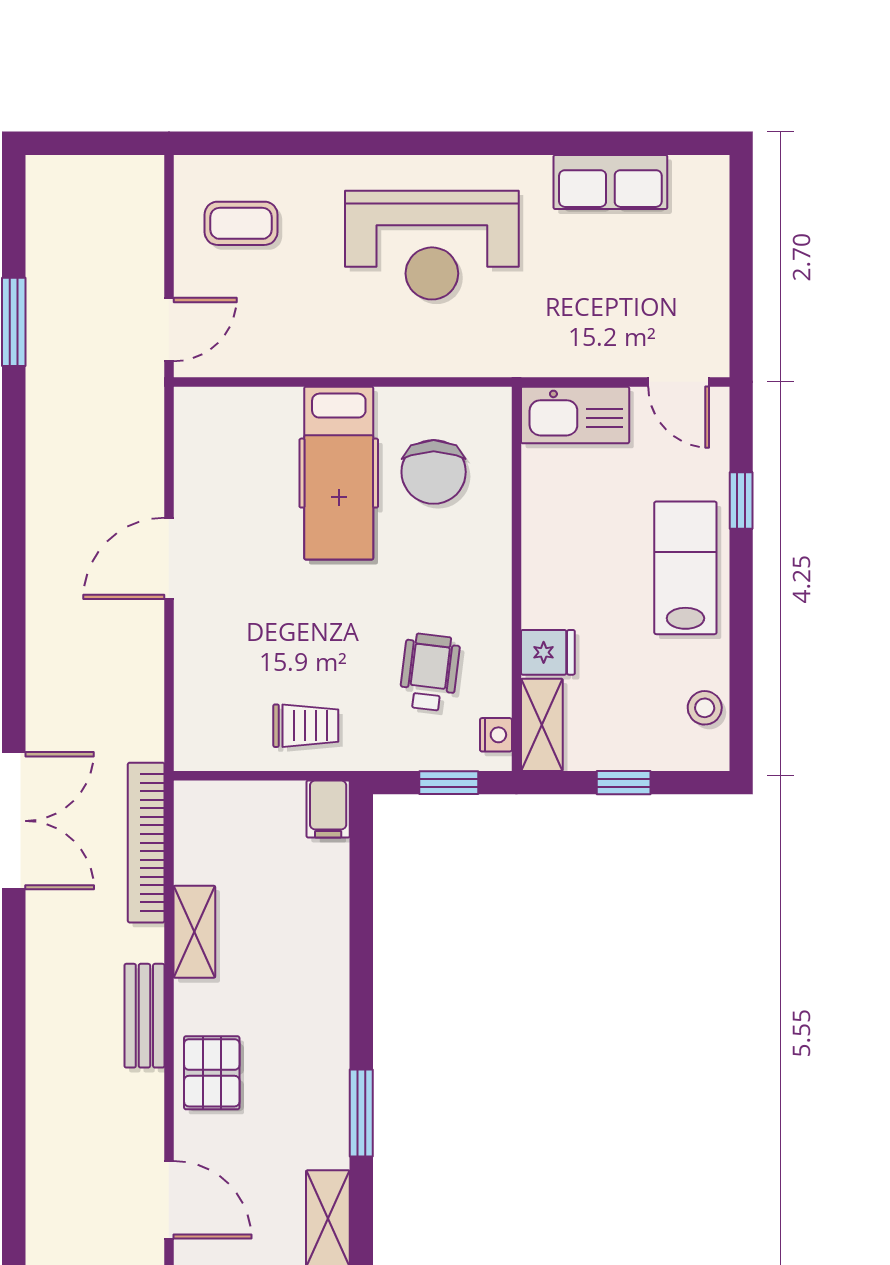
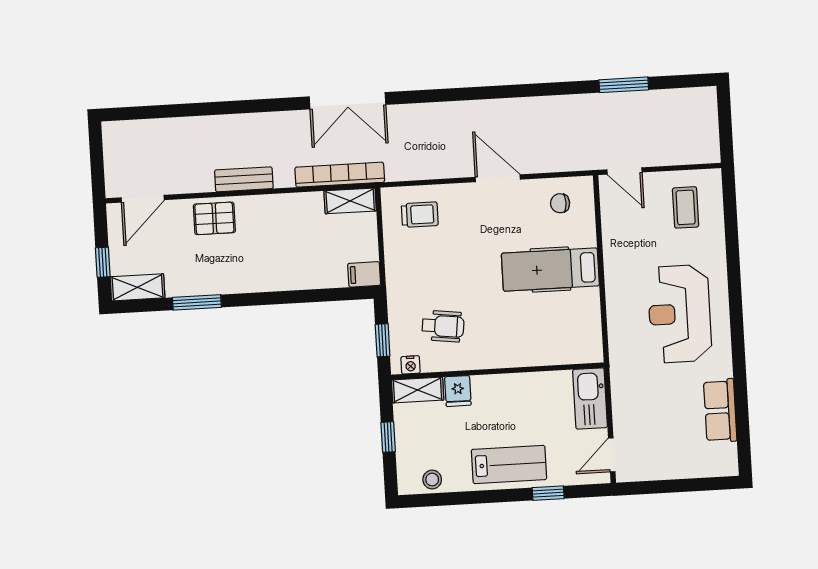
chair: (434, 472) -> (560, 203), moved, width x0.54, depth x0.54
trolley: (306, 726) -> (420, 215), moved, turned -90
shelving: (194, 932) -> (350, 201), moved

